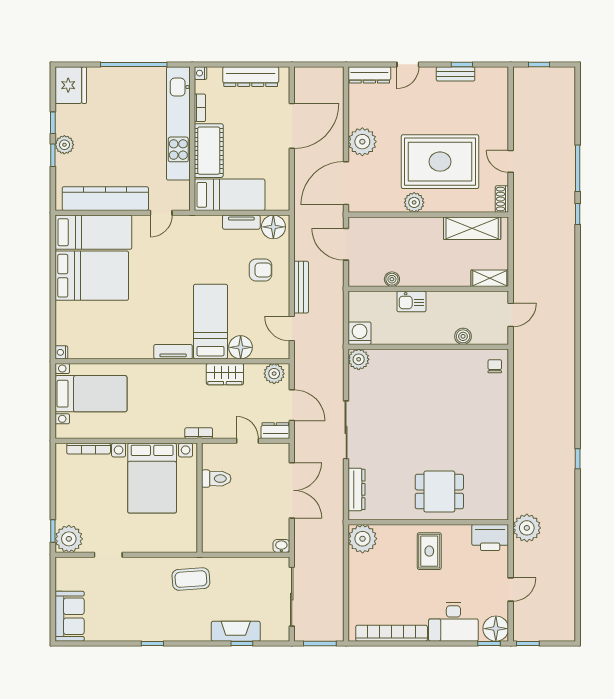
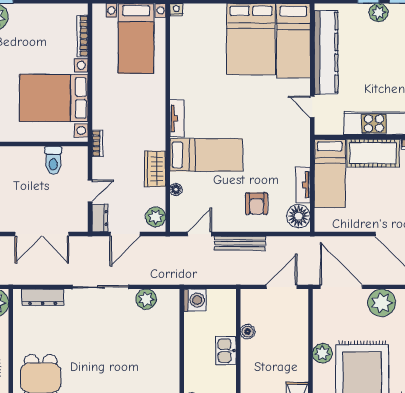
floor lamp: (241, 347) -> (176, 189), width x0.53, depth x0.53
plant: (359, 359) -> (146, 299), moved

